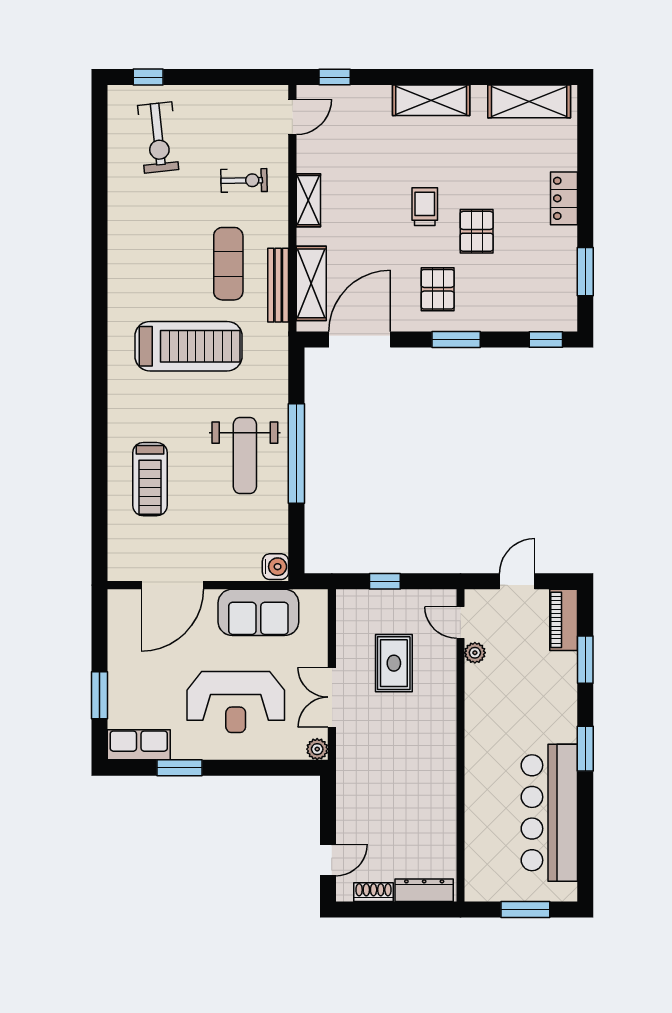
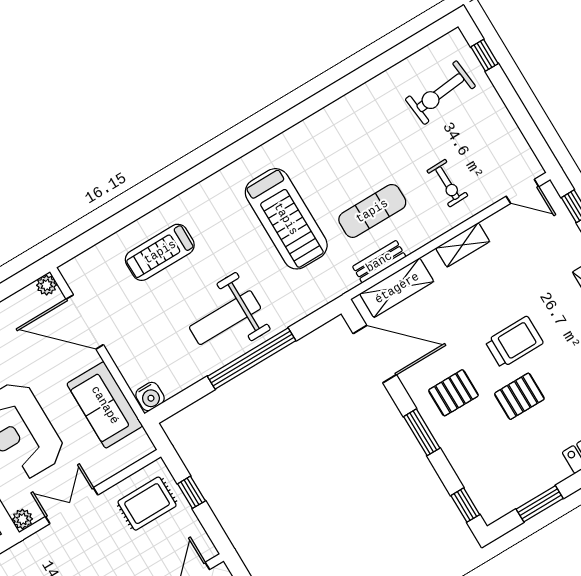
trolley: (425, 207) -> (514, 342), width x1.36, depth x1.39
bench: (278, 285) -> (379, 262), width x0.73
plant: (118, 600) -> (47, 285), added
rug: (394, 663) -> (147, 504), moved

